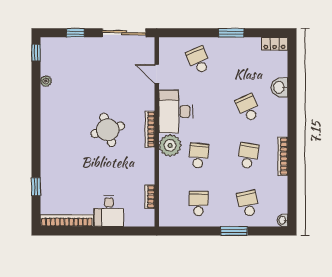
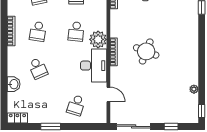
school desk: (199, 60) -> (76, 105), turned 42
round table: (108, 130) -> (146, 51), turned 38

